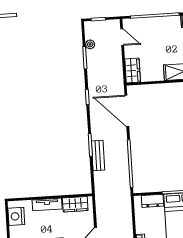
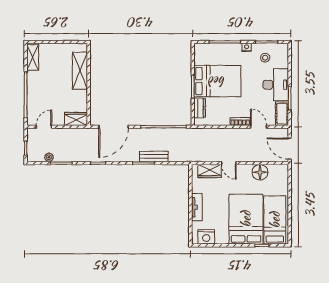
wardrobe: (75, 204) -> (210, 171), moved, turned 90

